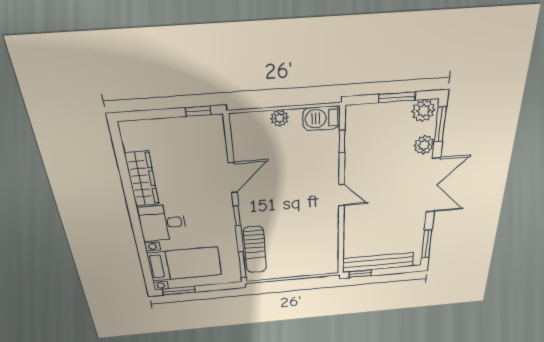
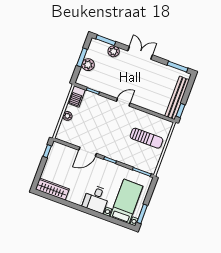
plant: (424, 111) -> (88, 65), moved
door: (233, 178) -> (88, 152), swing flipped
wardrobe: (142, 179) -> (52, 189), moved
double door: (433, 185) -> (140, 53), width x0.73
sun lounger: (255, 250) -> (146, 138), moved

